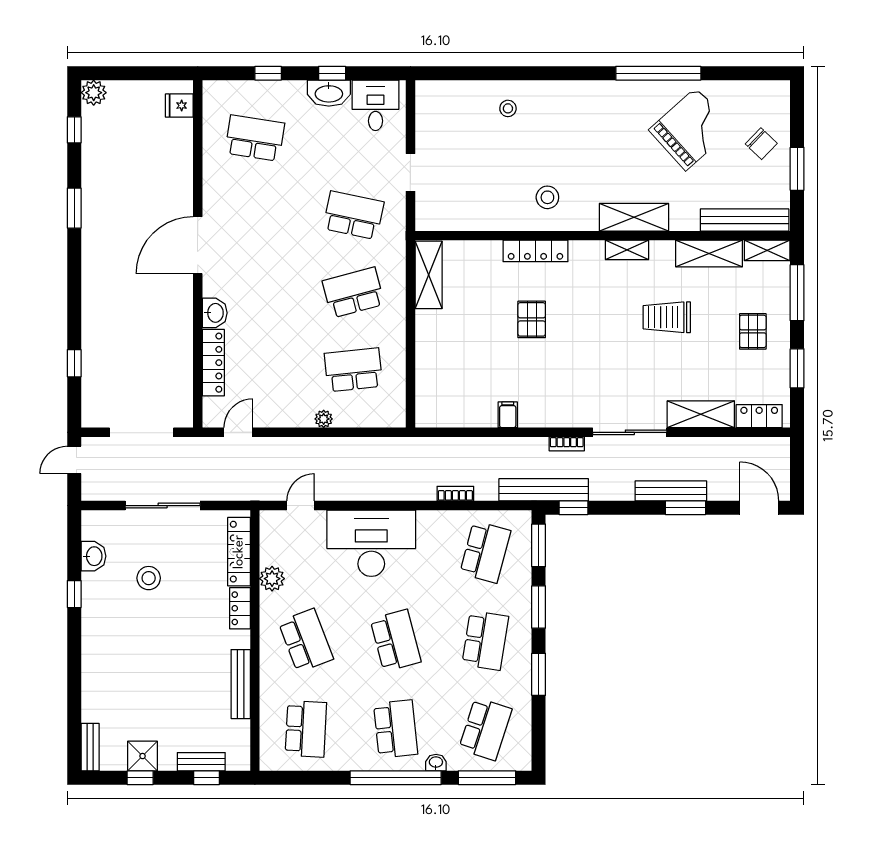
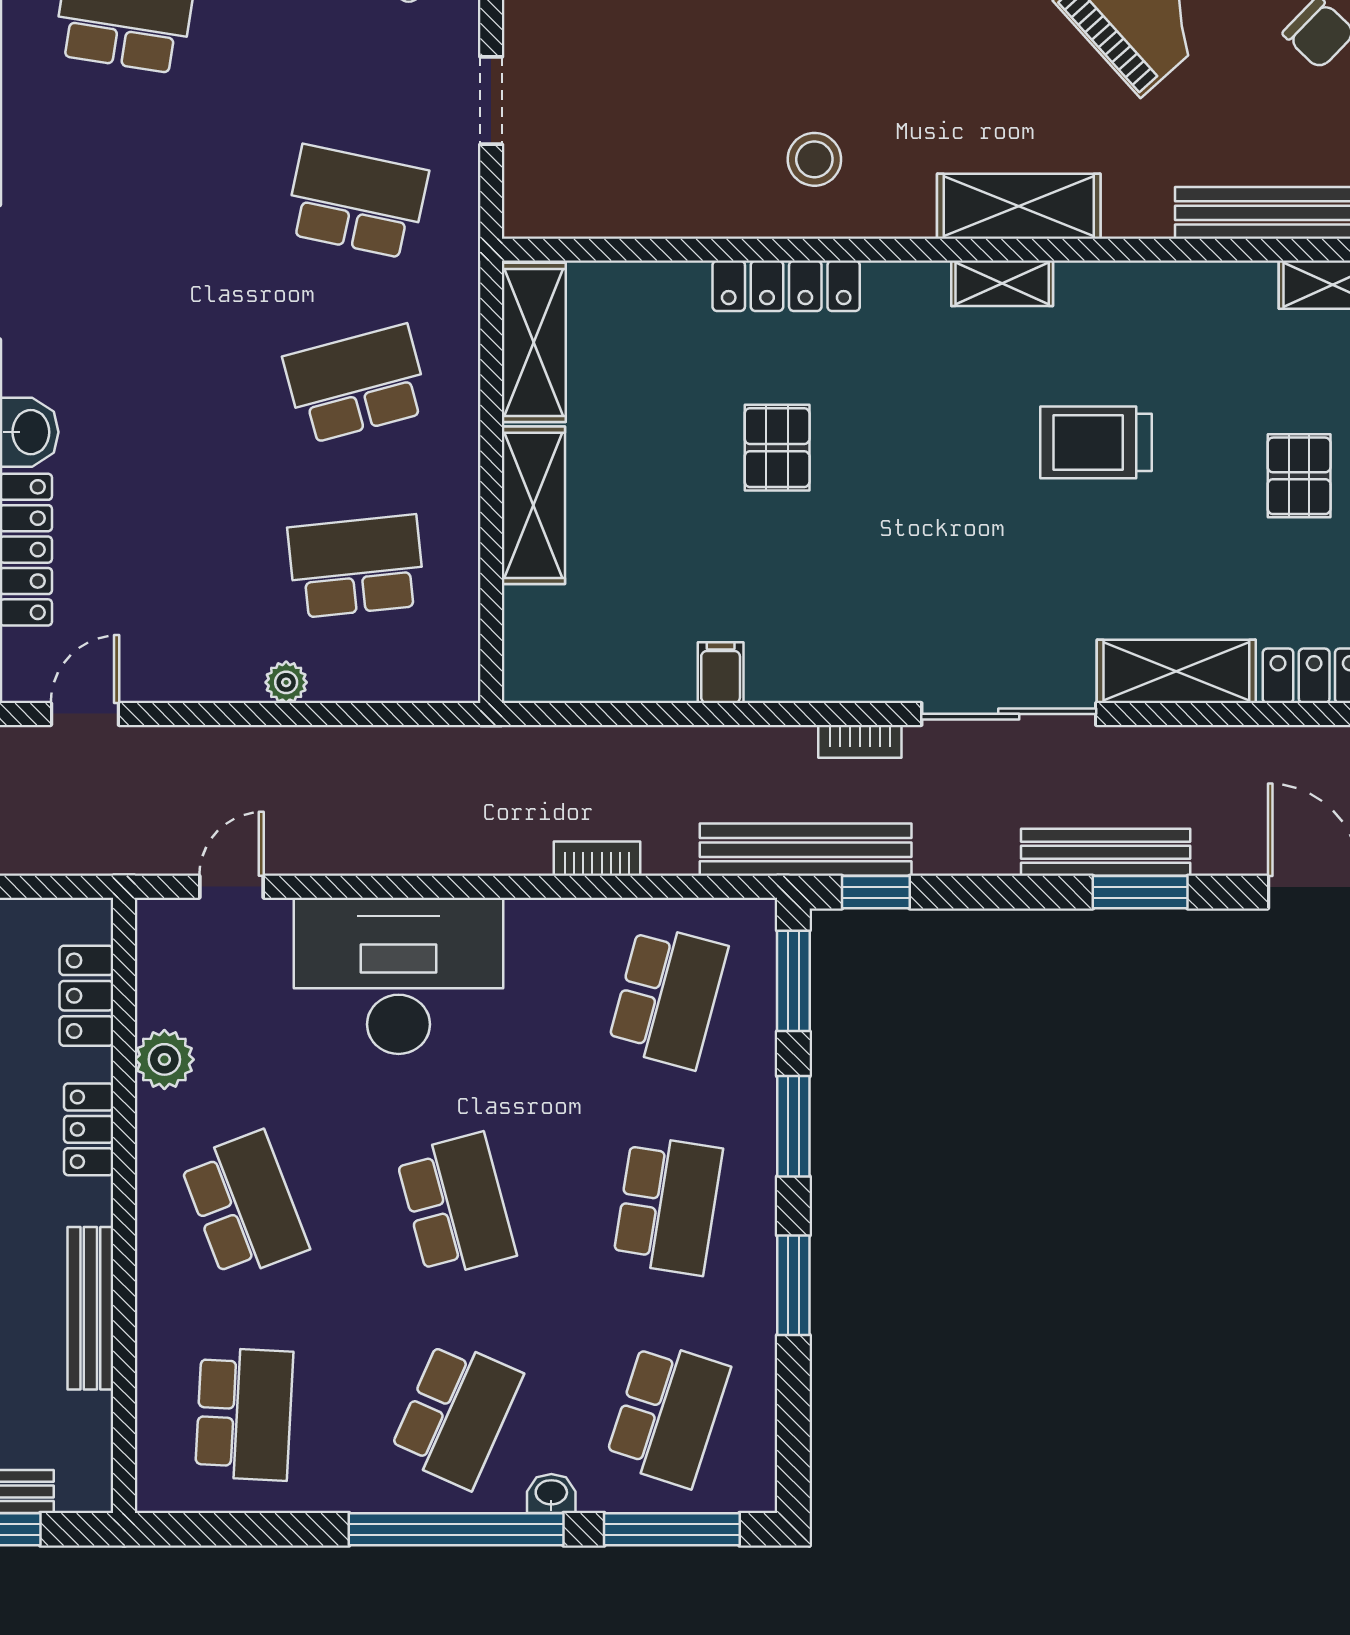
shelving: (709, 254) -> (533, 505), moved, turned 90
locker: (239, 552) -> (86, 996), width x0.66
school desk: (396, 729) -> (456, 1414), turned 30

